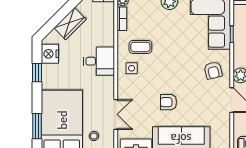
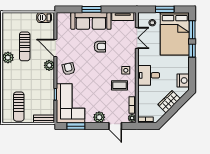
window: (37, 73) -> (192, 51), moved
double door: (116, 114) -> (137, 38), swing flipped

